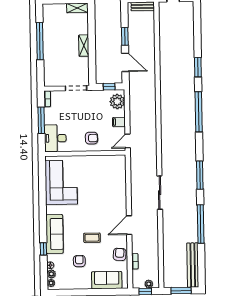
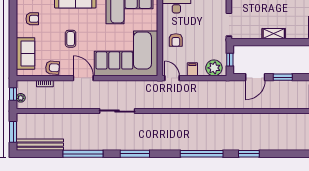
corner sofa: (105, 185) -> (126, 53), added
armchair: (79, 261) -> (32, 19), moved

